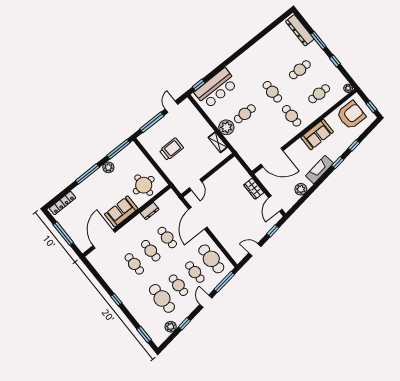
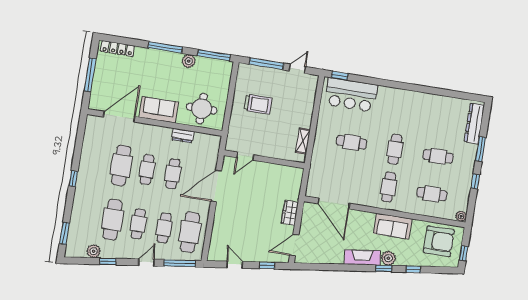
plant: (226, 127) -> (324, 137), removed
plant: (301, 189) -> (388, 258), moved
cafe table: (134, 264) -> (121, 165), width x1.37, depth x1.35

